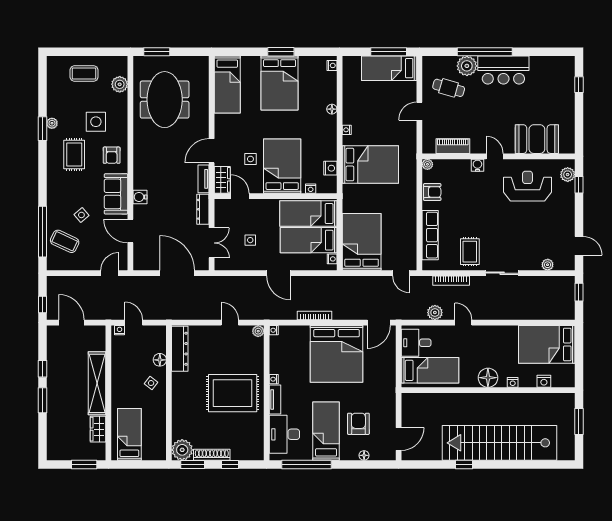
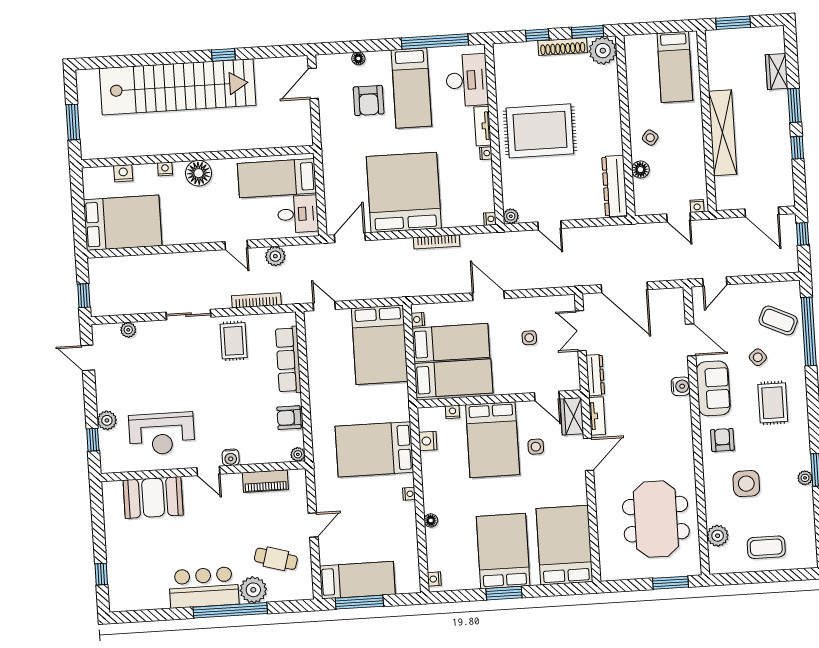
bed: (227, 85) -> (564, 545), width x1.50
rug: (74, 154) -> (773, 403), moved
plant: (568, 175) -> (107, 420), moved
wardrobe: (98, 429) -> (777, 71), moved, turned 180

